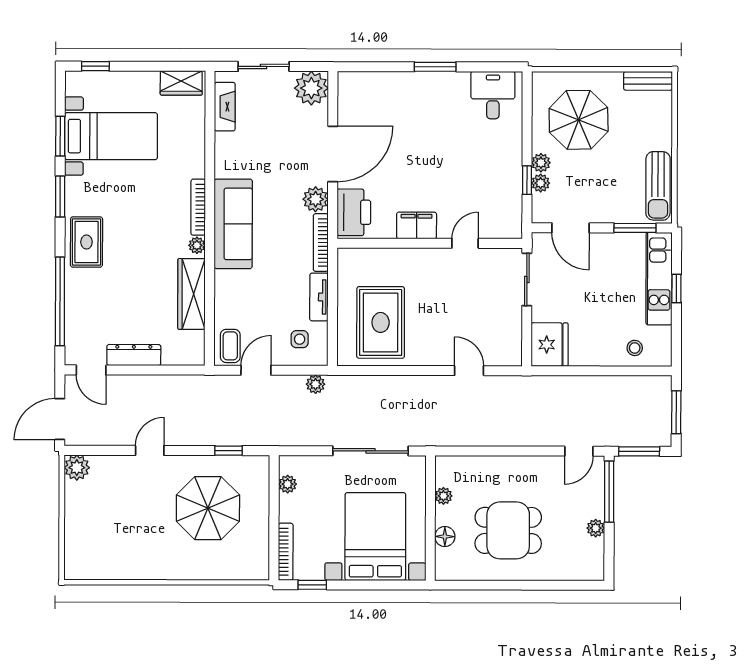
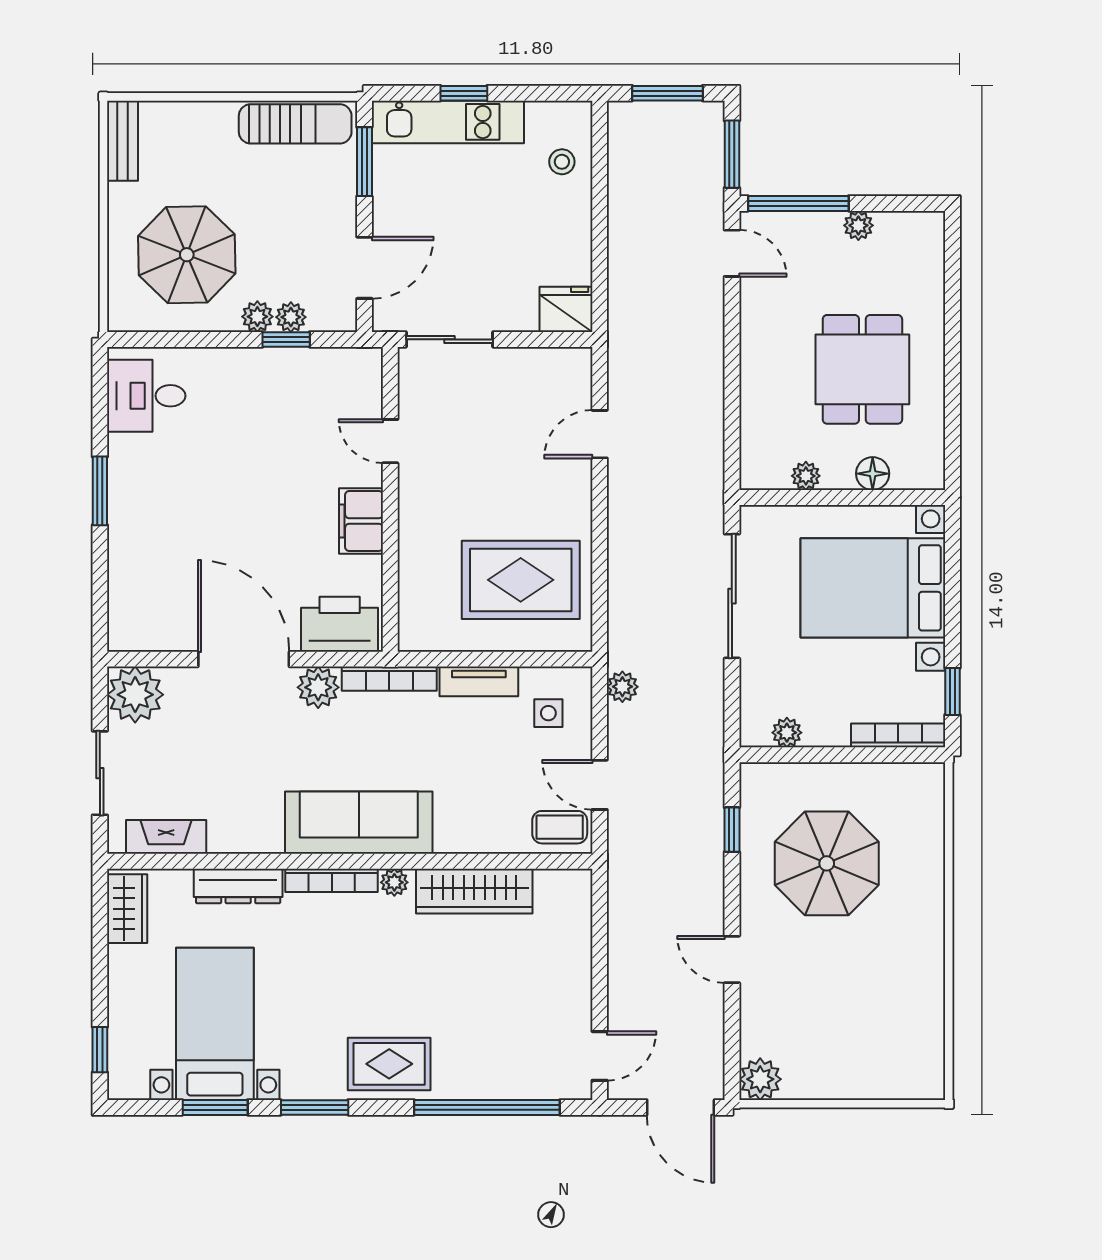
fridge: (550, 345) -> (566, 309), width x0.73, depth x0.75
dresser: (134, 355) -> (238, 886), moved, turned -90

